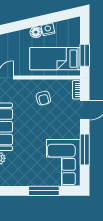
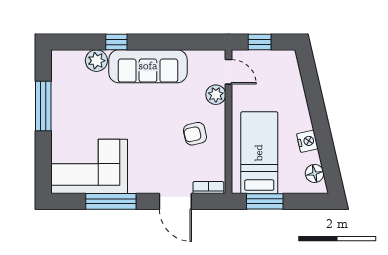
floor lamp: (36, 32) -> (315, 173), moved
plant: (19, 85) -> (216, 95), added
window: (44, 191) -> (43, 106), moved

